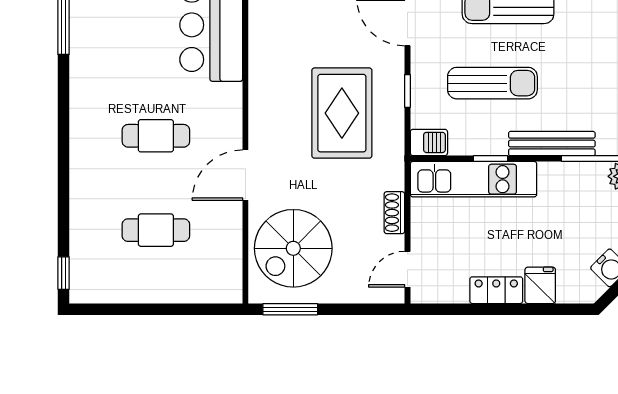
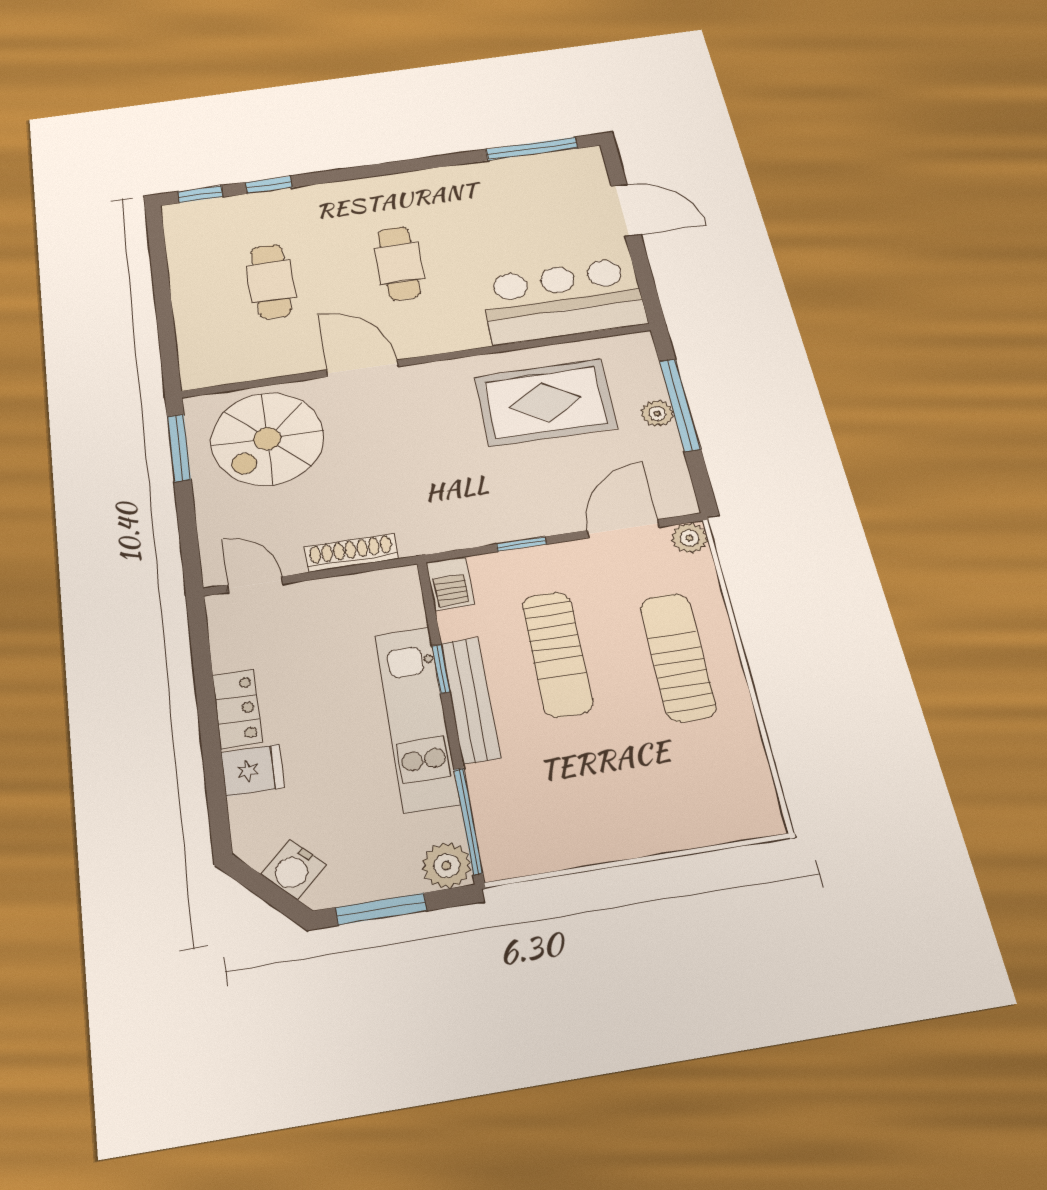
rug: (342, 113) -> (546, 402), moved
bench: (552, 144) -> (470, 700), moved
kitchen unit: (473, 179) -> (417, 718), moved
shoe rack: (394, 213) -> (351, 553), width x1.43
window: (63, 221) -> (269, 185), added
spiral stairs: (293, 248) -> (267, 439), turned -90

